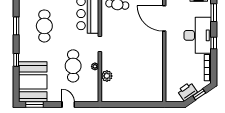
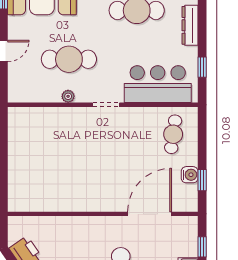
plant: (107, 76) -> (52, 116), removed

